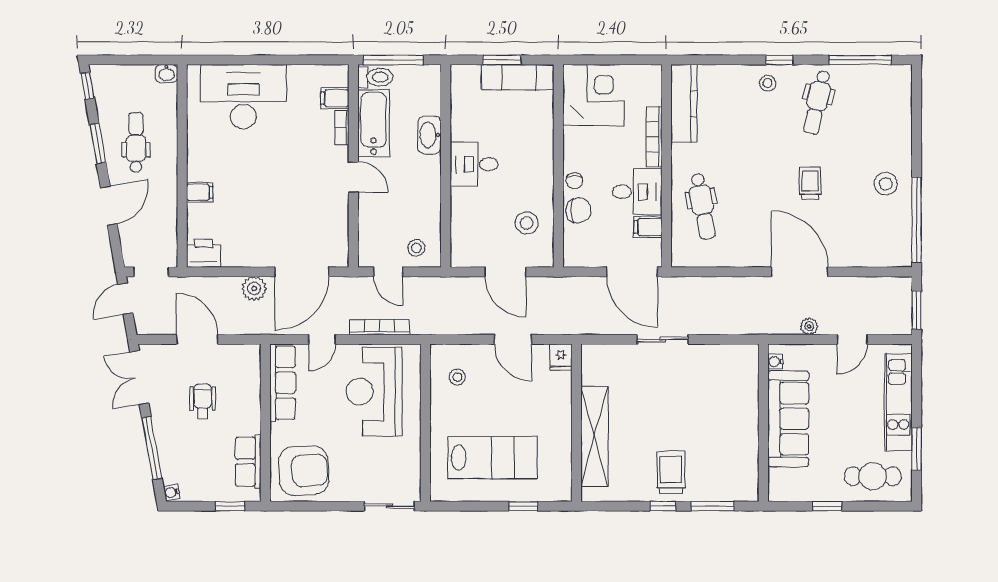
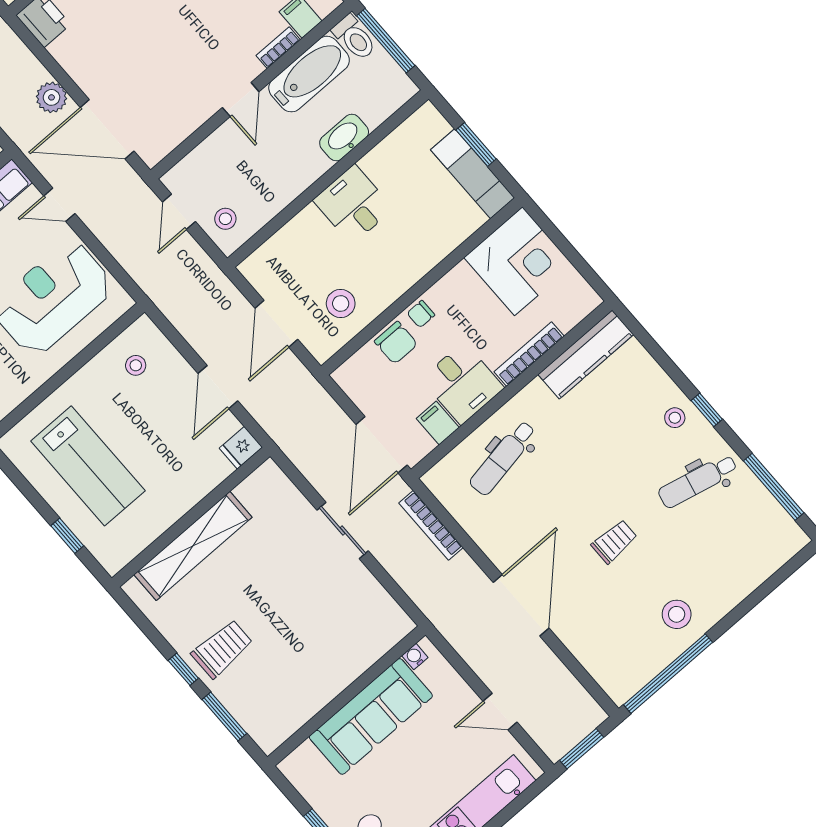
plant: (809, 326) -> (477, 660), removed
bookcase: (380, 327) -> (431, 525), moved, turned 180

